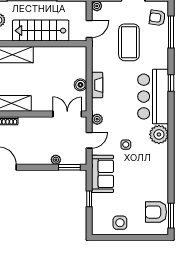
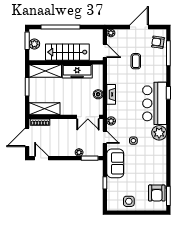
door: (89, 29) -> (105, 51), hinge flipped
coffee table: (129, 42) -> (136, 61), width x0.54, depth x0.58
freezer: (53, 55) -> (77, 71), added
double door: (67, 114) -> (88, 117), swing flipped
door: (89, 140) -> (105, 137), hinge flipped
armchair: (156, 212) -> (157, 193), turned -90

